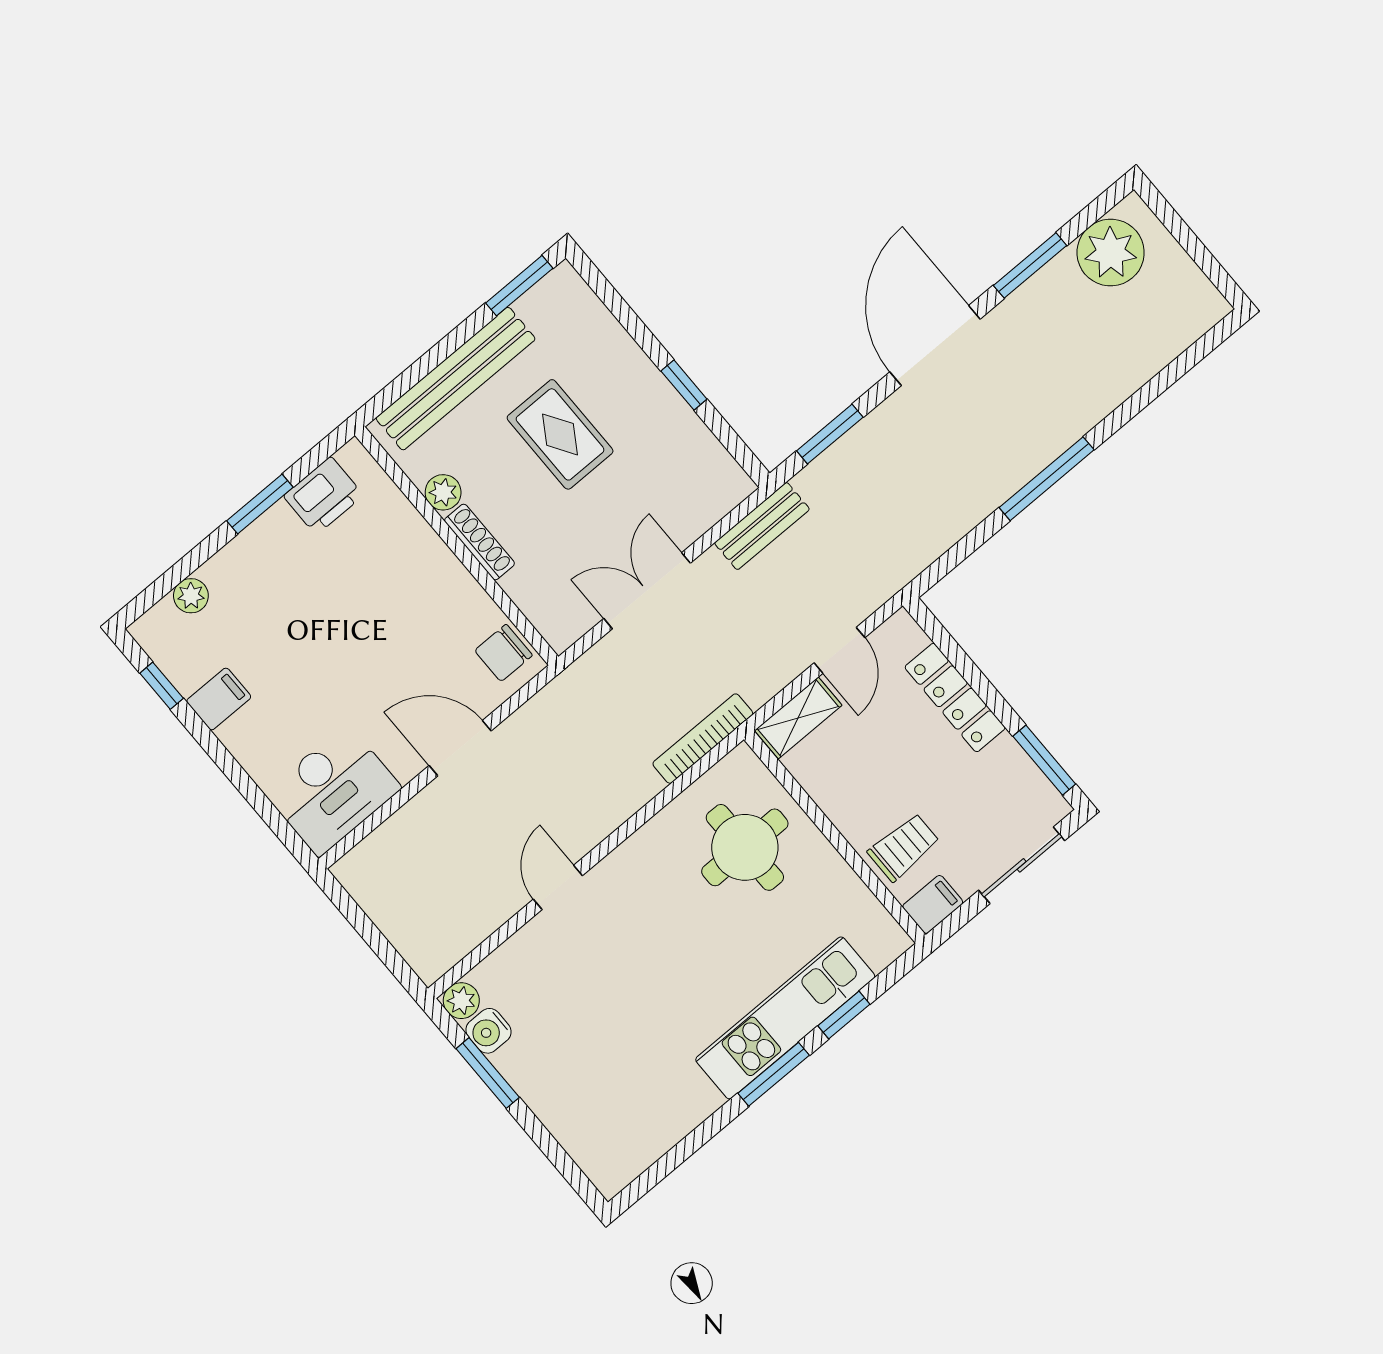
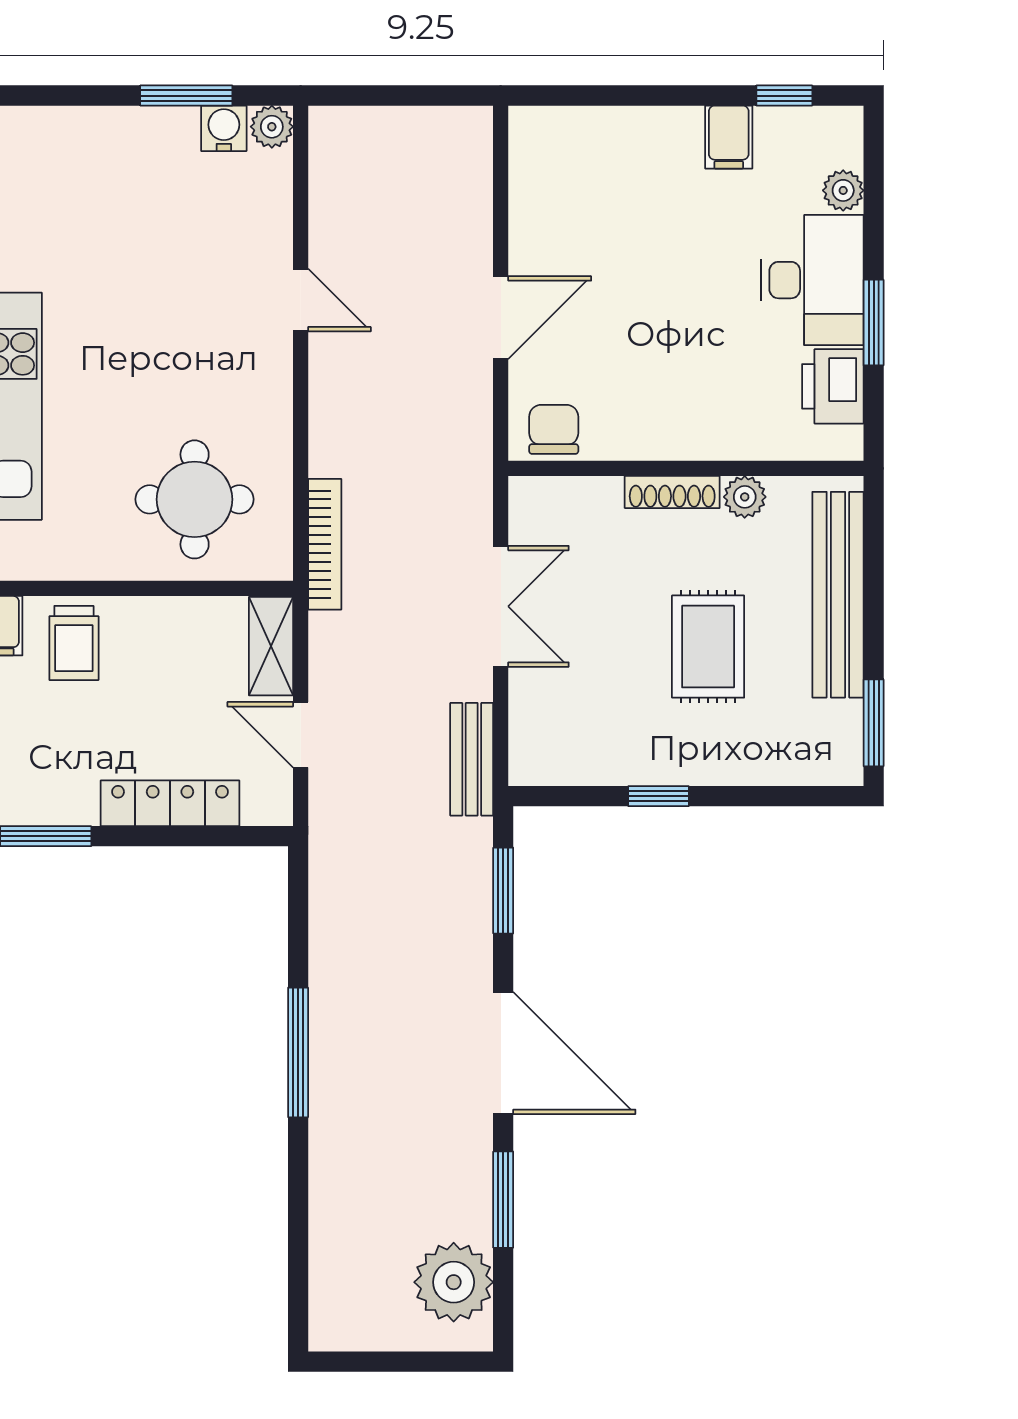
rug: (560, 434) -> (708, 647), turned 90
desk: (333, 790) -> (812, 280), moved, turned 180

